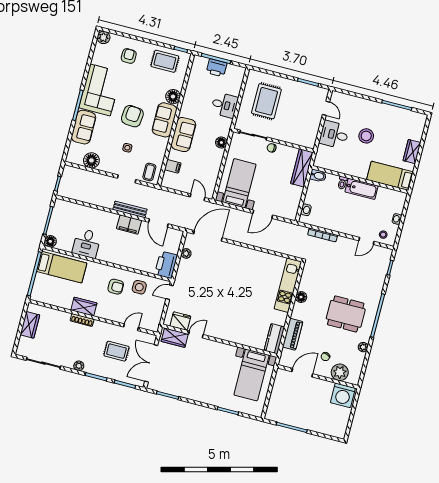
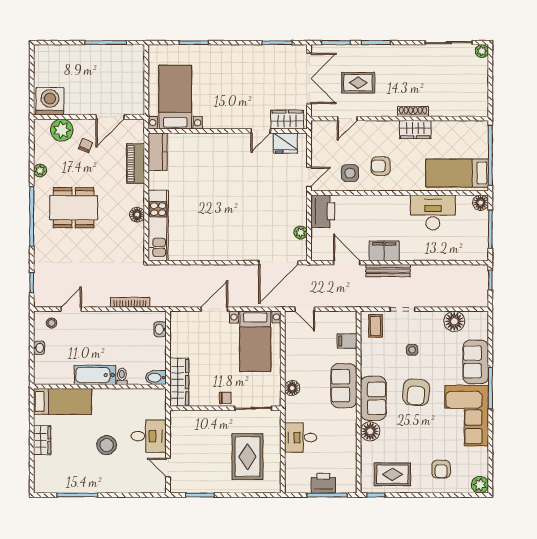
desk: (87, 243) -> (433, 212), width x1.37
wardrobe: (30, 325) -> (479, 88), removed
plant: (79, 366) -> (482, 51), moved

